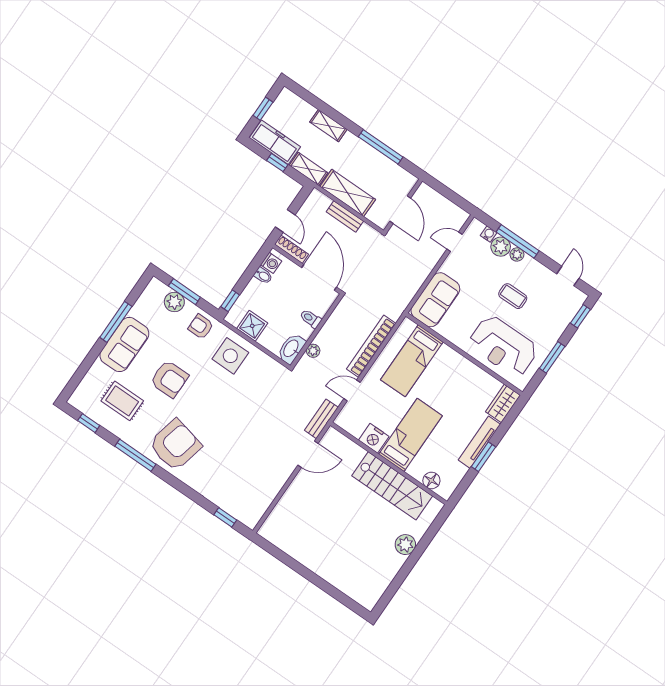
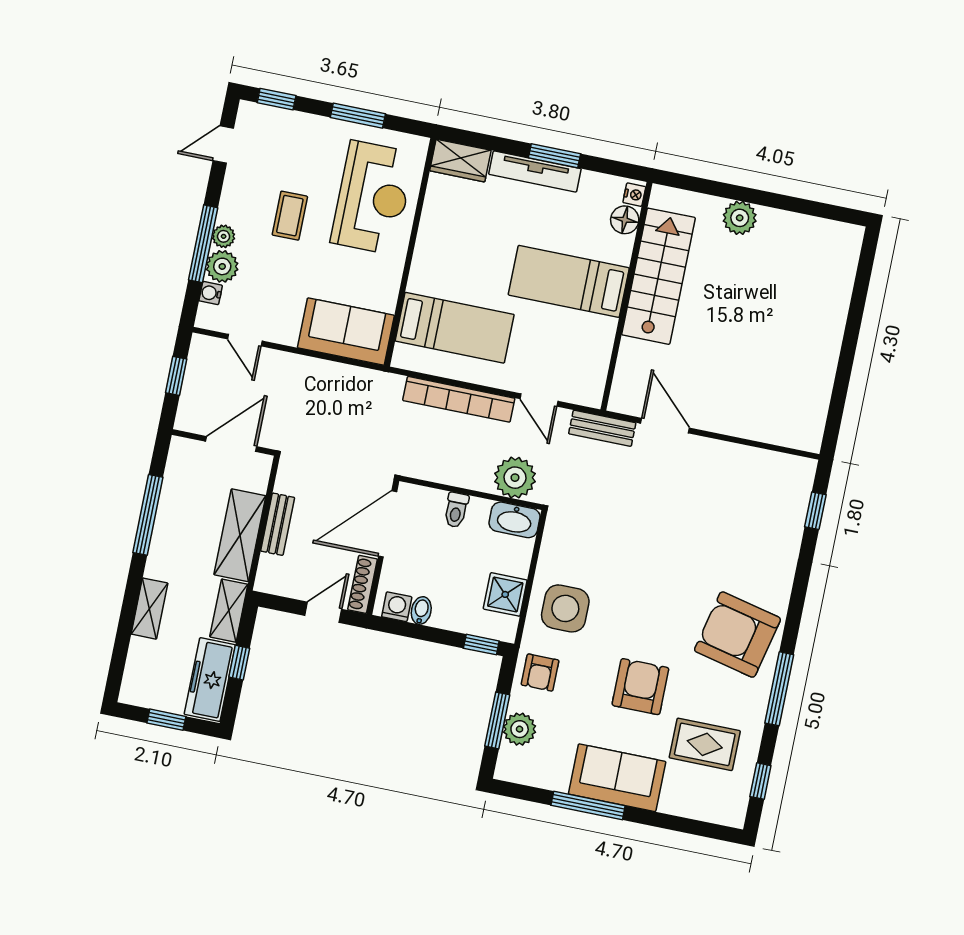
window: (451, 195) -> (176, 376), added
plant: (313, 351) -> (515, 478), width x1.87, depth x1.87
rug: (122, 401) -> (705, 744), turned 90
nightstand: (374, 438) -> (634, 195), moved, width x0.53, depth x0.56

